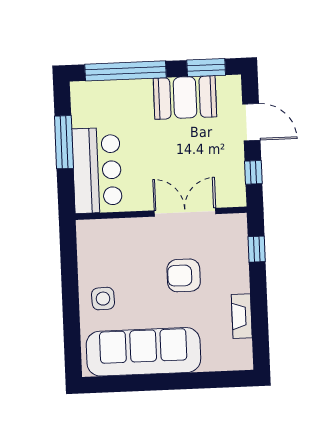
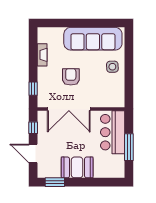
window: (126, 71) -> (96, 182), removed
booth: (185, 97) -> (77, 167), moved
double door: (185, 212) -> (69, 109), width x1.36
armchair: (184, 275) -> (71, 77), turned -90

